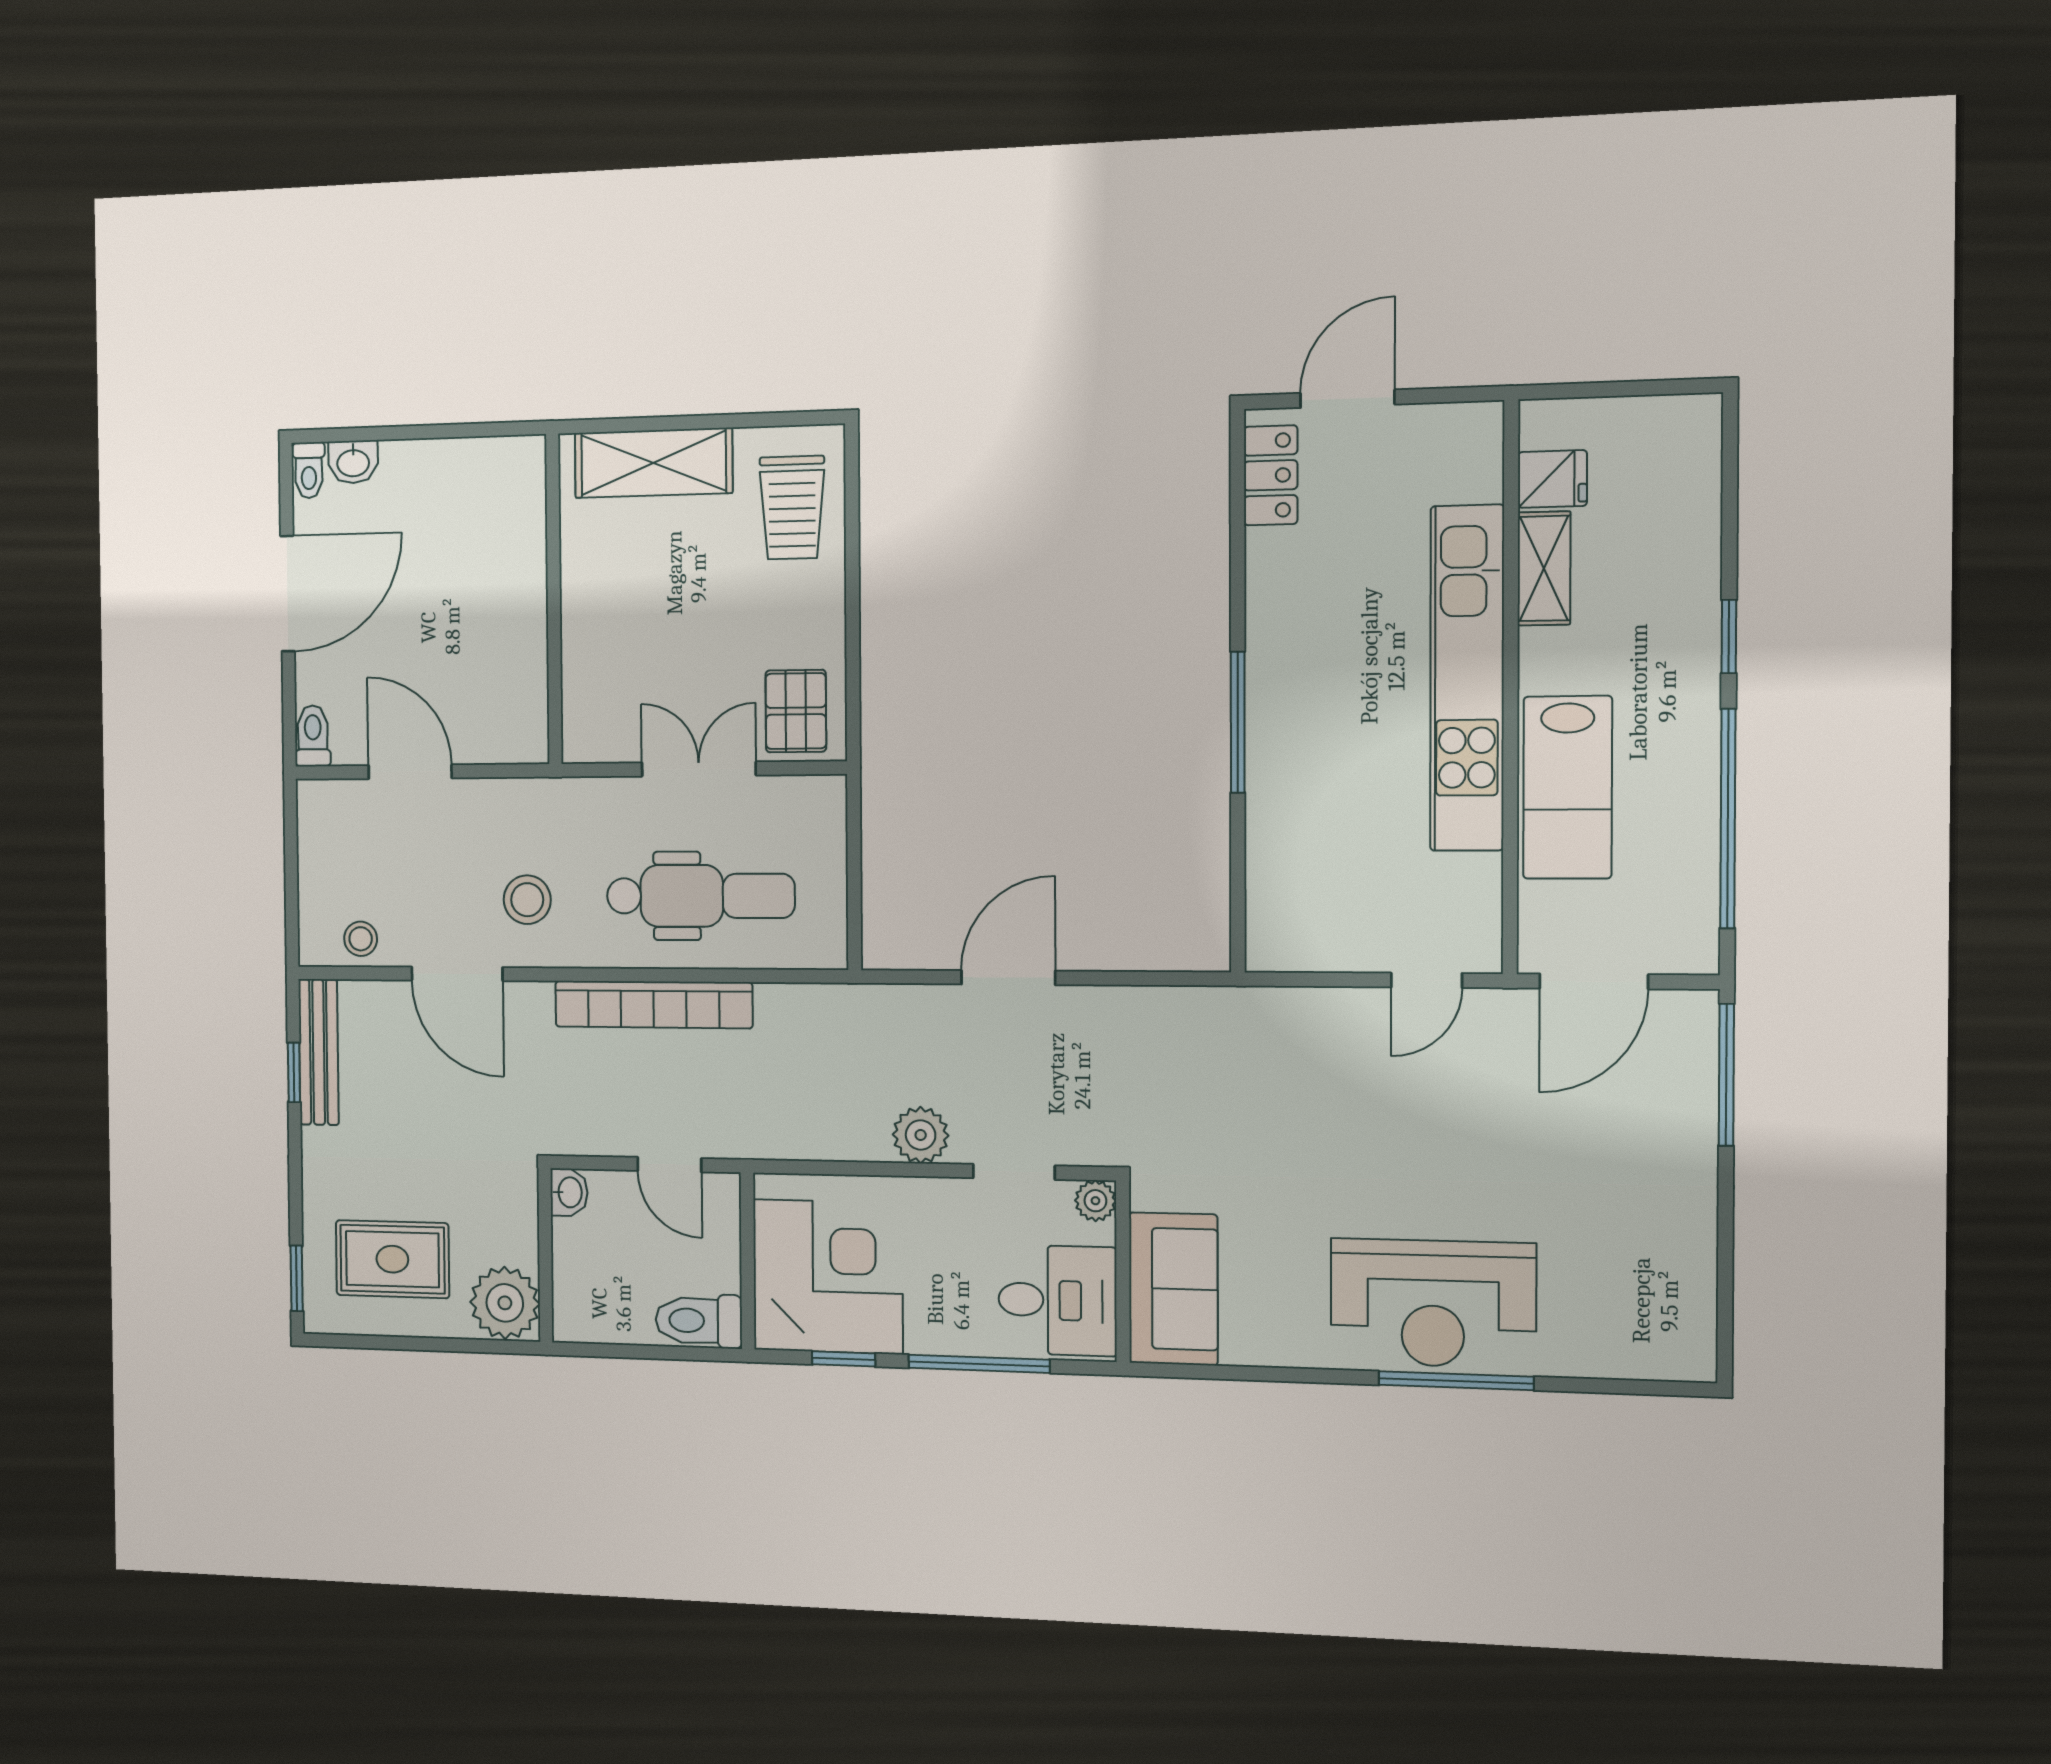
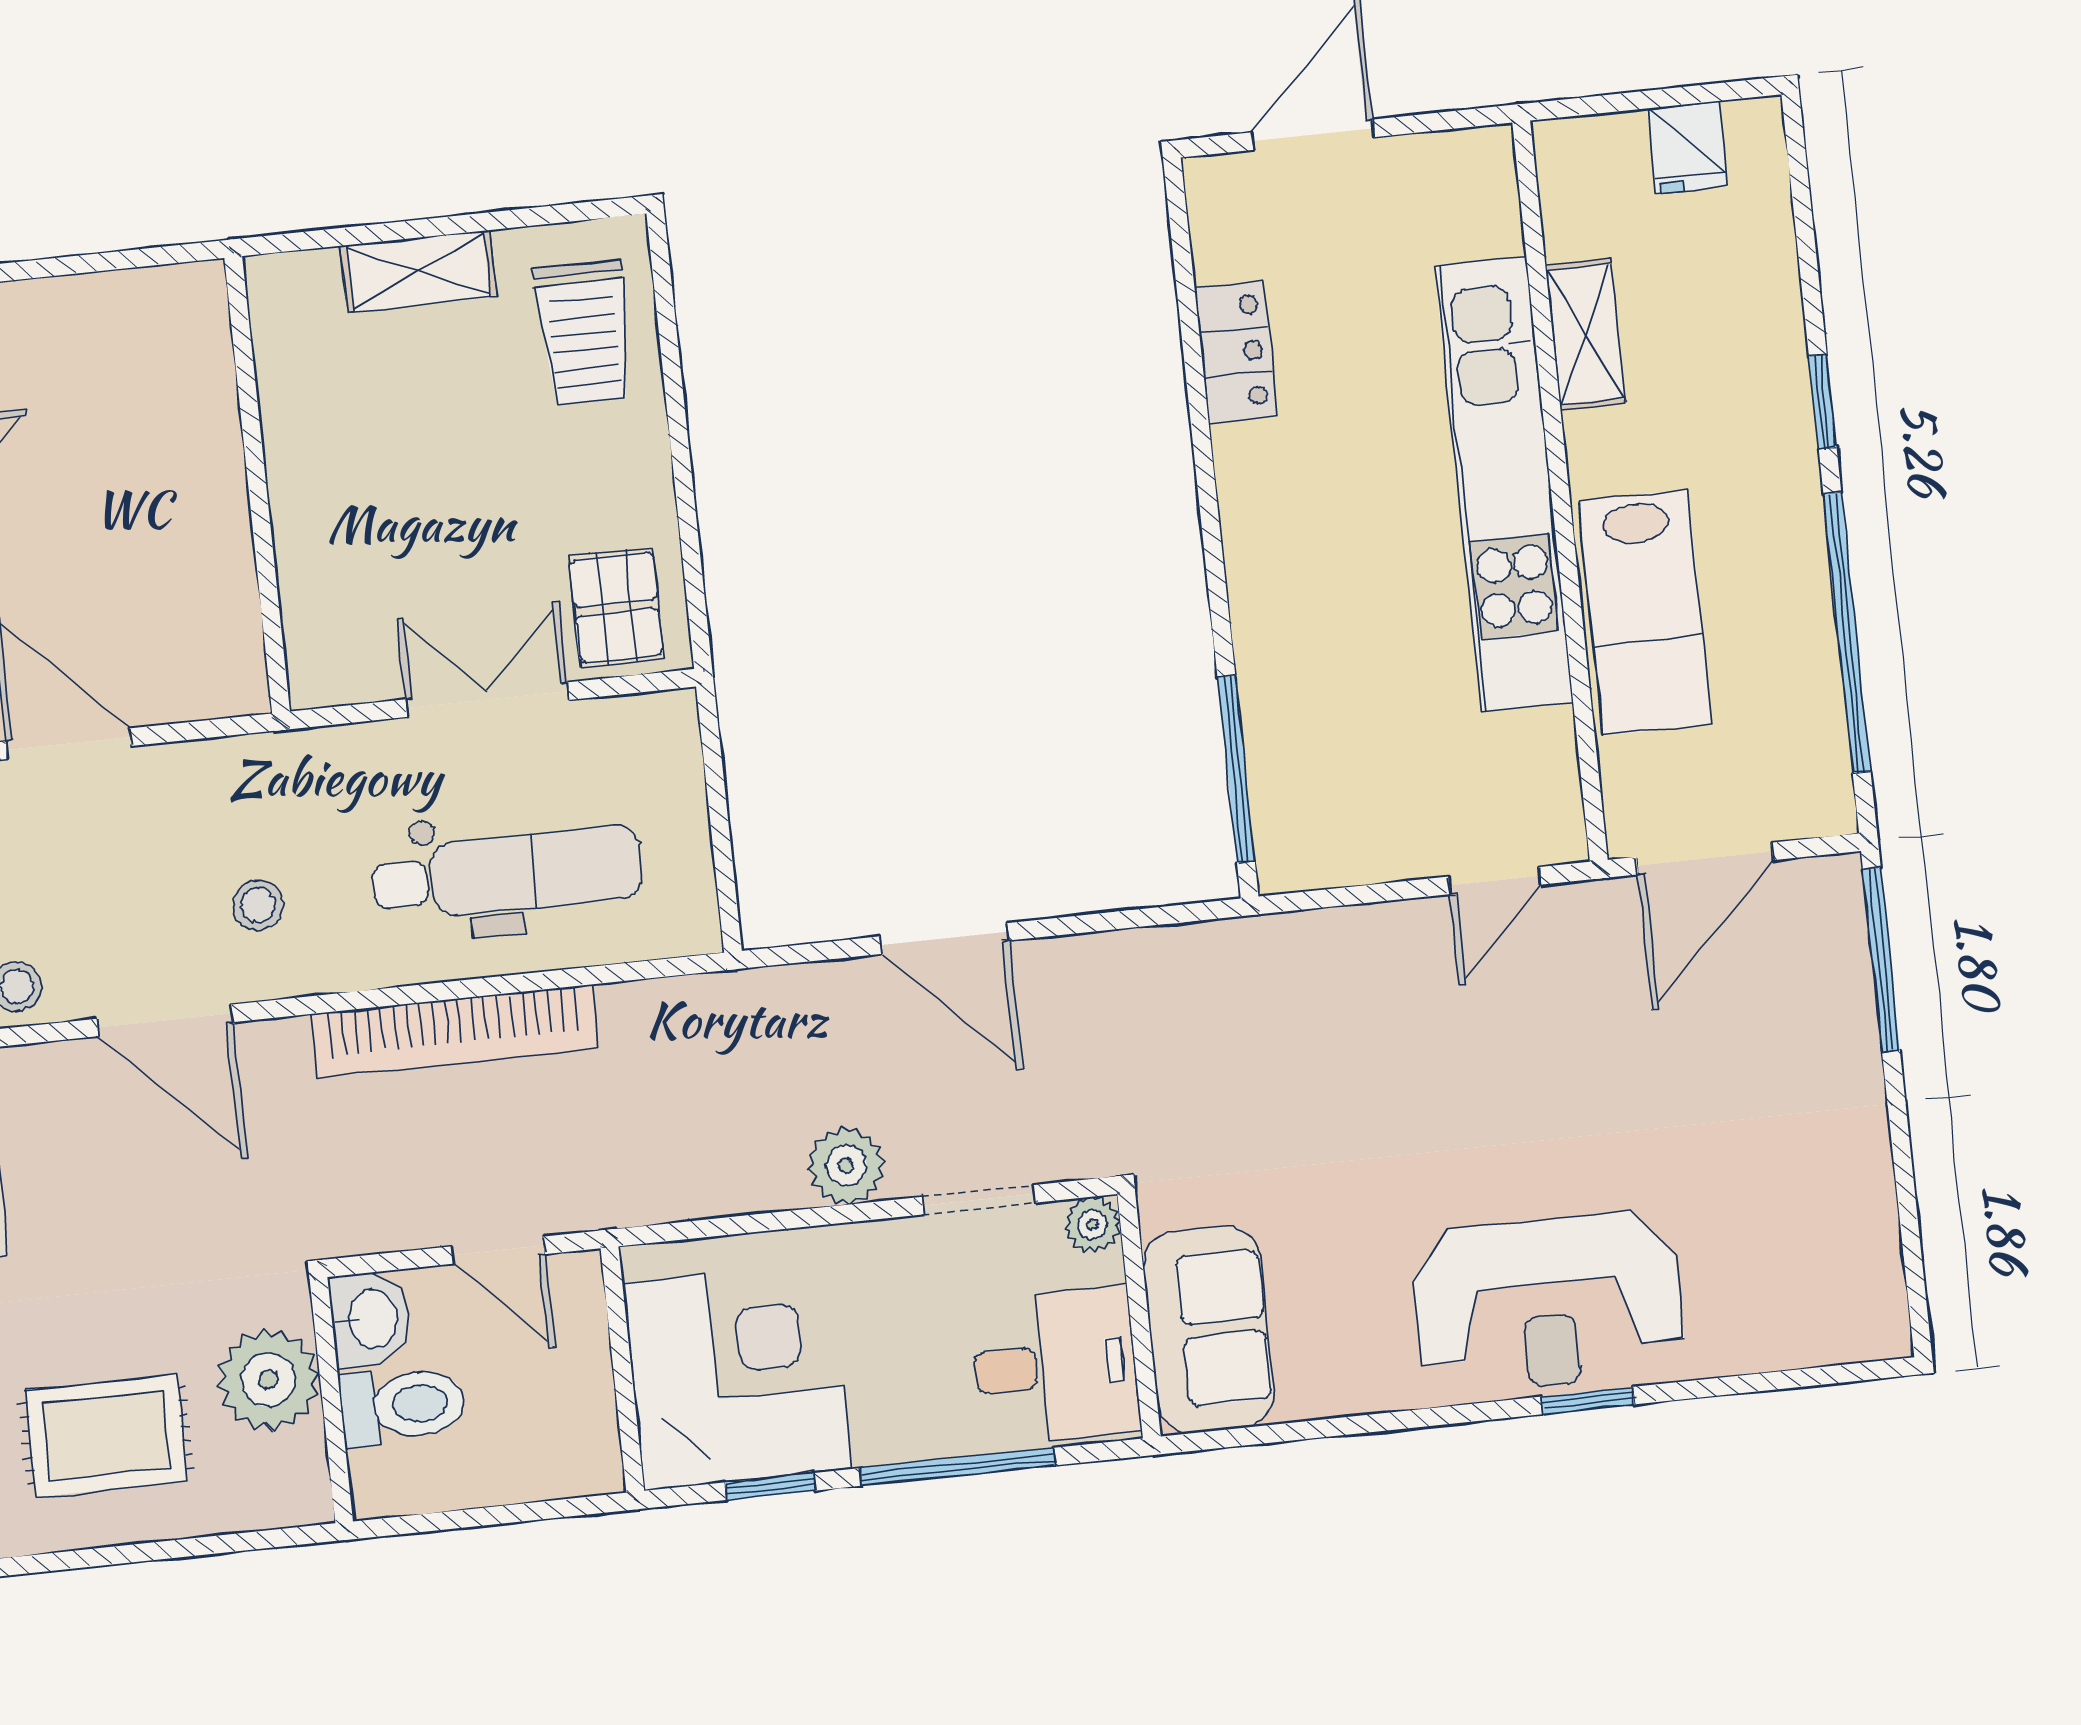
shelving: (653, 463) -> (418, 271), width x0.67, depth x0.75
locker: (1271, 475) -> (1236, 352), moved
fridge: (1552, 479) -> (1688, 147), moved, turned 90
window: (1238, 722) -> (1236, 769), moved
stool: (527, 900) -> (258, 905), width x0.73, depth x0.73
door: (1008, 978) -> (944, 938), swing flipped
washbasin: (569, 1192) -> (371, 1319), width x1.38, depth x1.45
plant: (505, 1303) -> (268, 1380), moved
toilet: (699, 1321) -> (403, 1405), moved, turned 180
window: (1456, 1381) -> (1588, 1401), width x0.46

